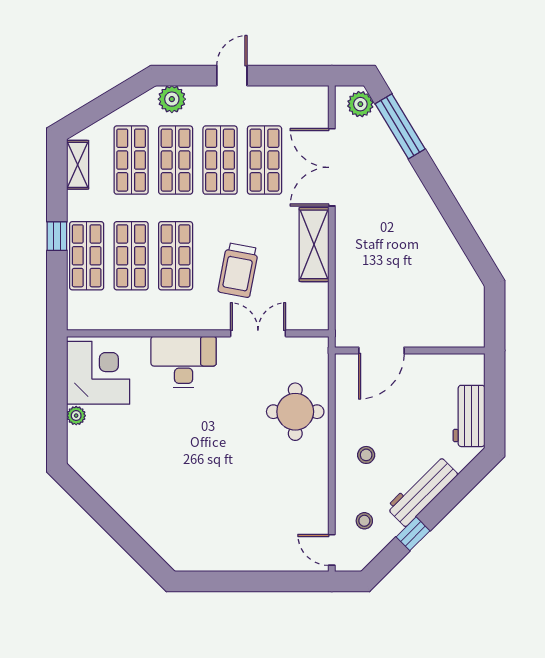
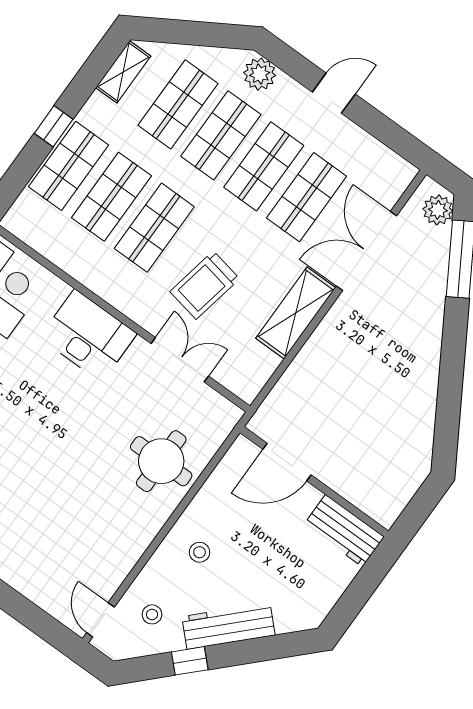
workbench: (469, 416) -> (344, 531), moved, turned -90

